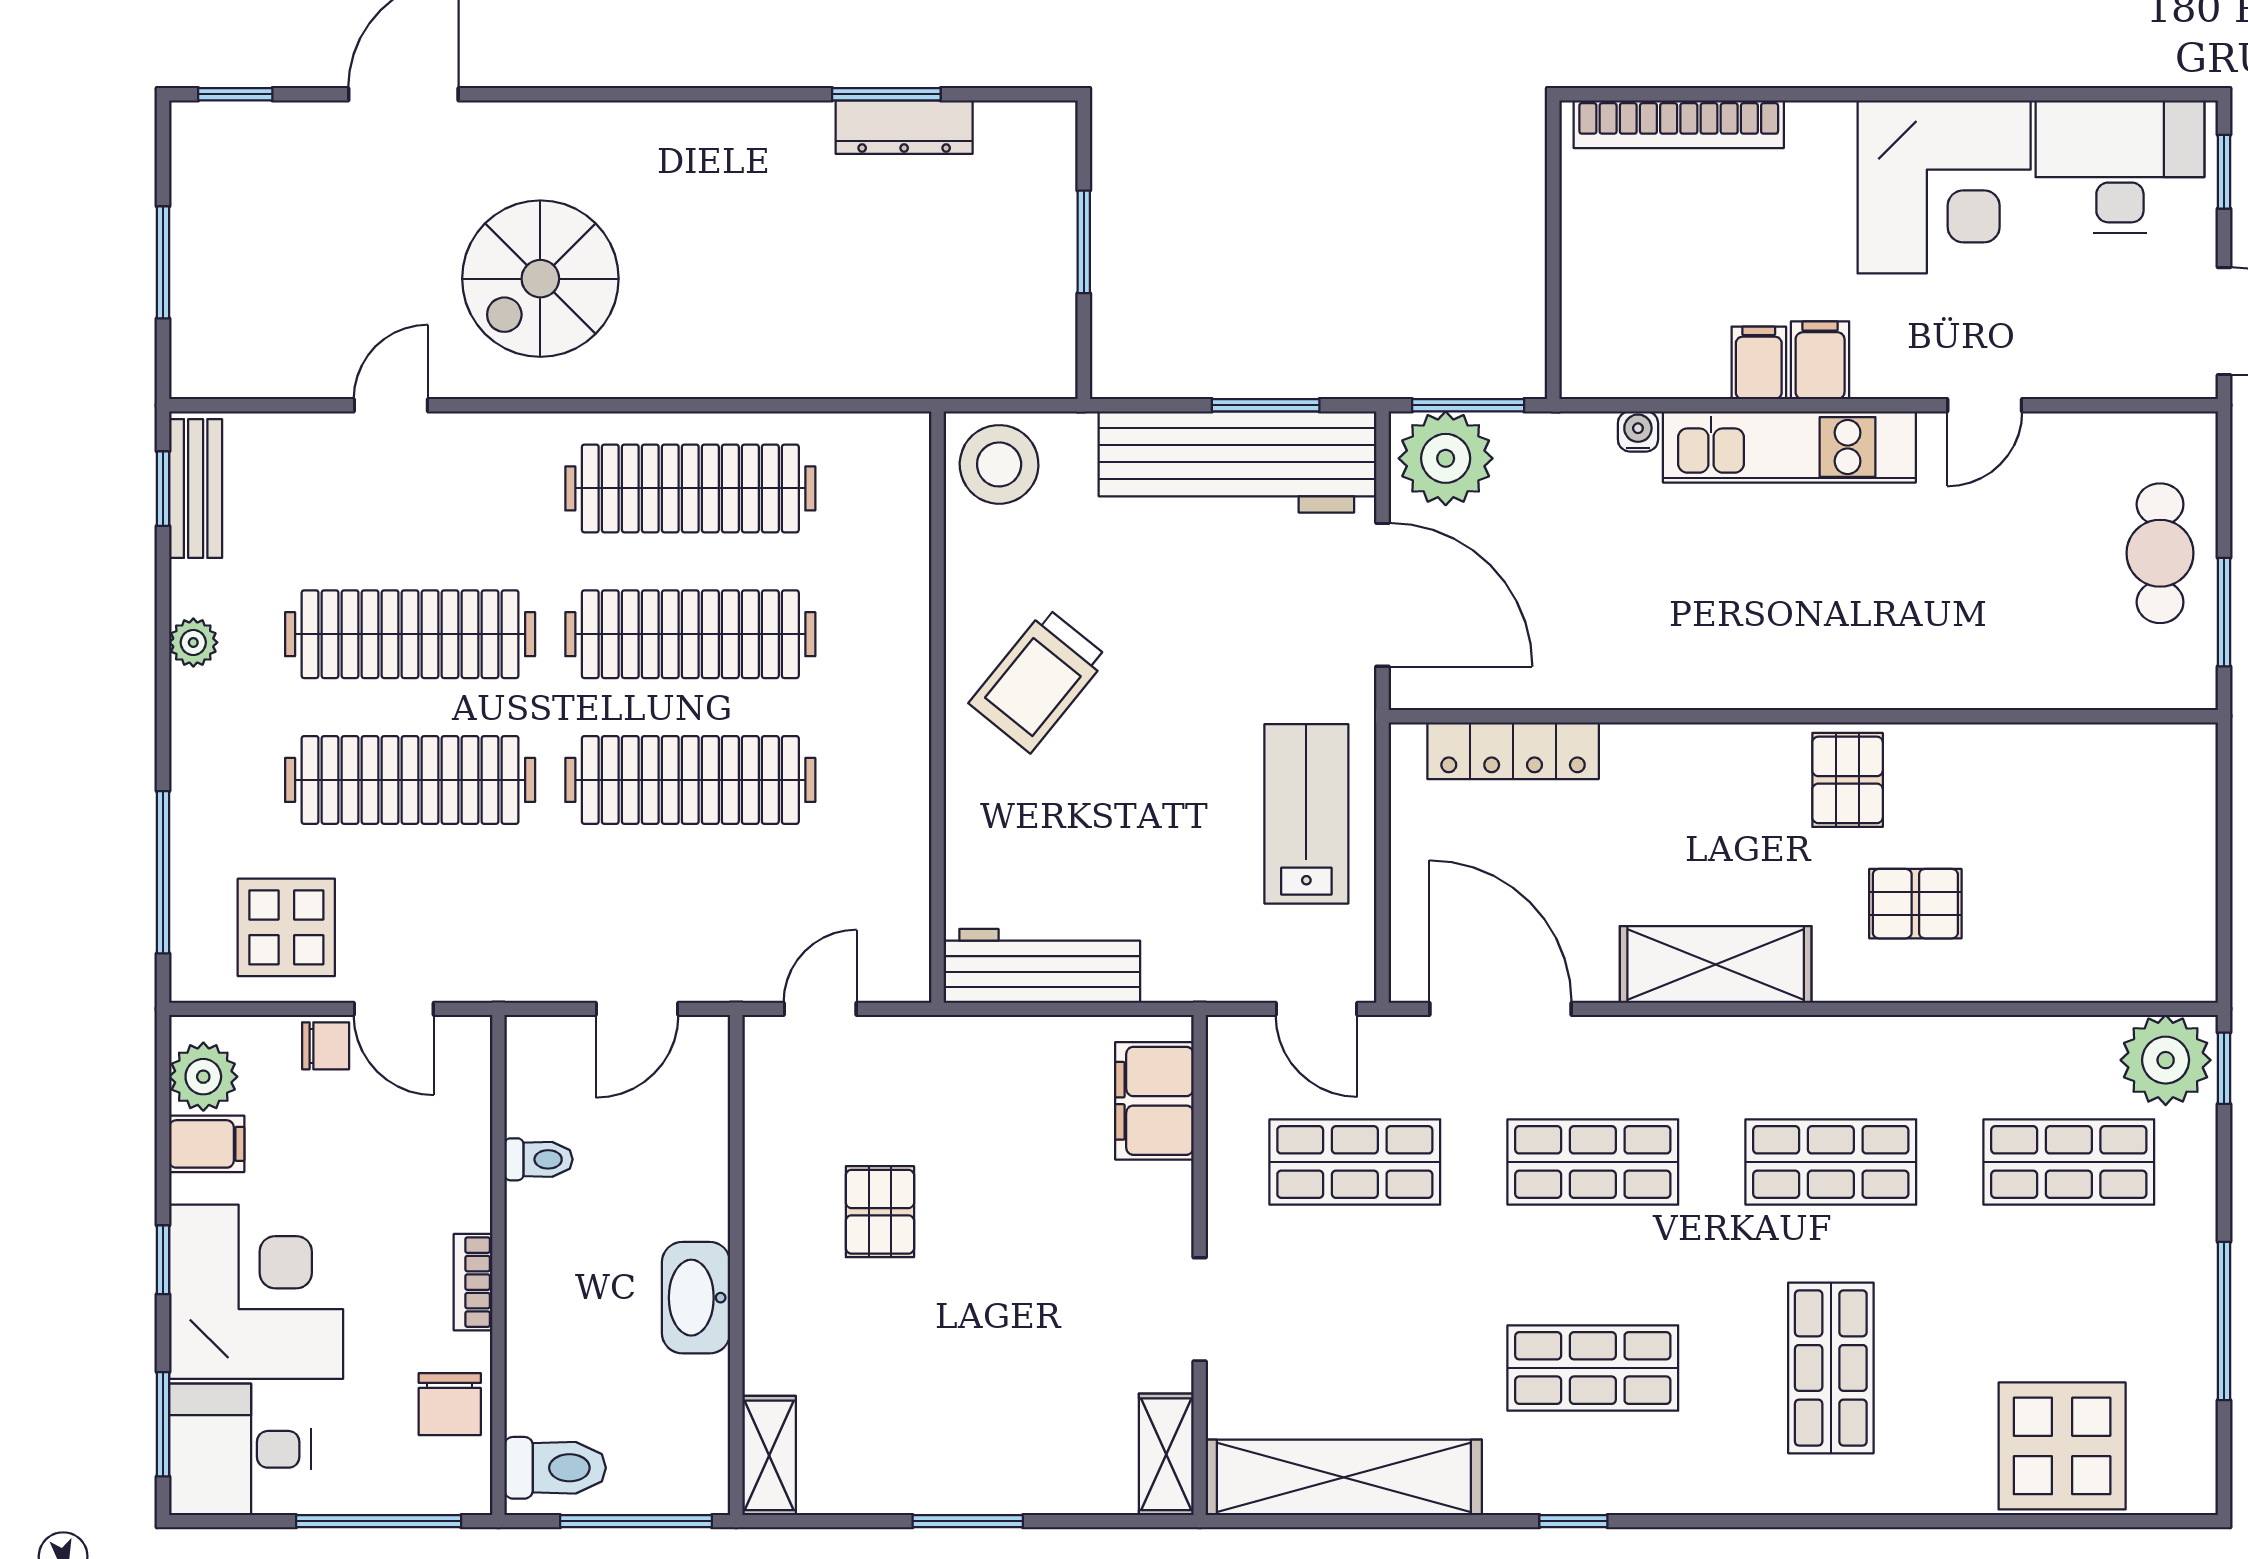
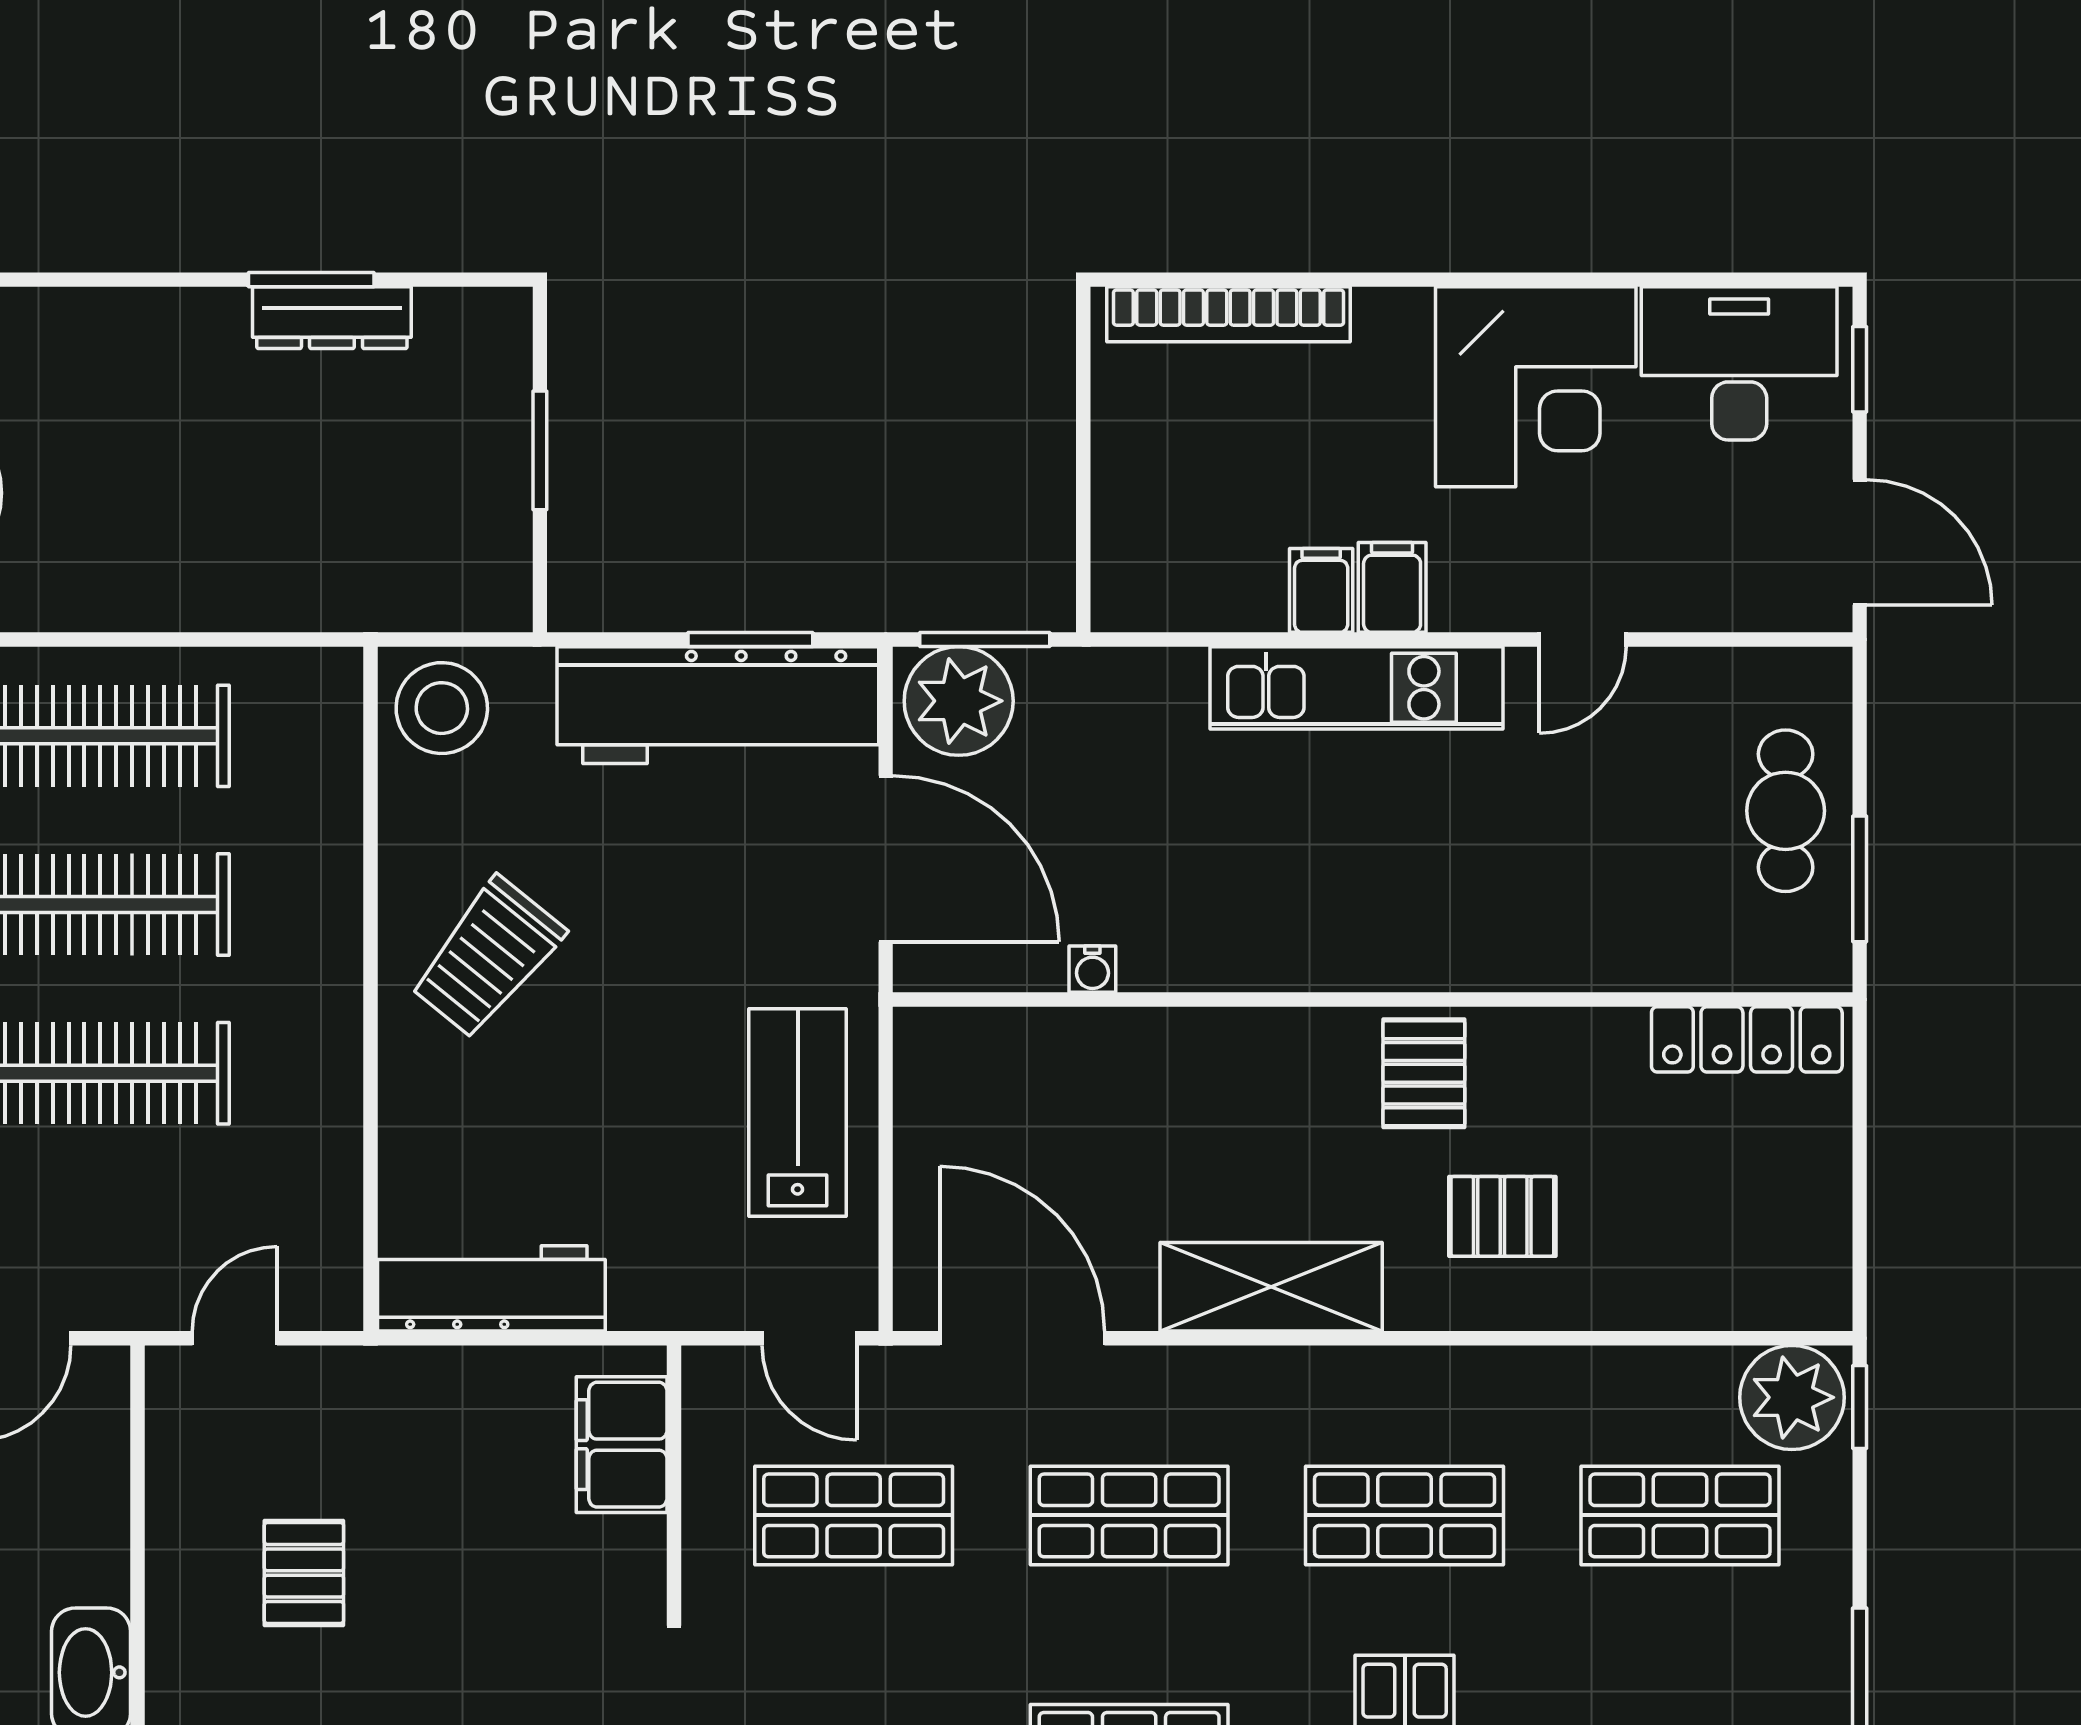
water cooler: (1638, 431) -> (1092, 969), moved, turned 180
locker: (1513, 751) -> (1747, 1039), moved

